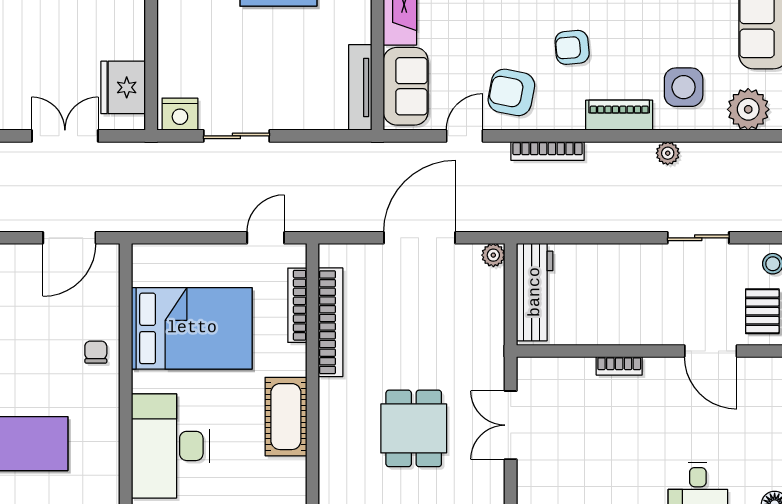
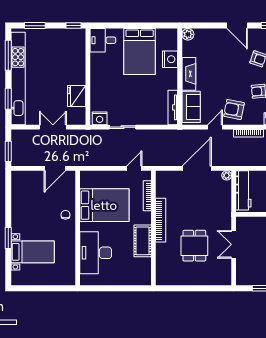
fridge: (123, 87) -> (77, 96), moved
bookcase: (330, 322) -> (161, 220), moved

